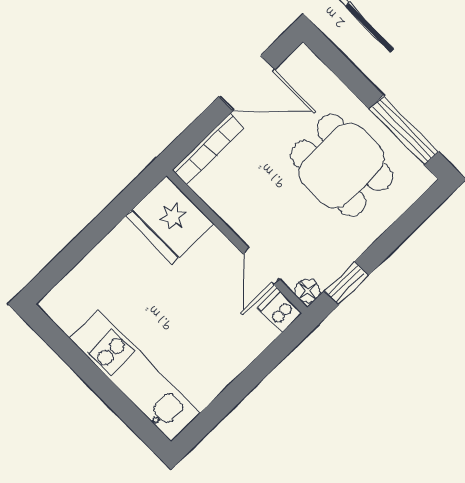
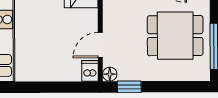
dining table: (342, 166) -> (175, 36), turned 90

